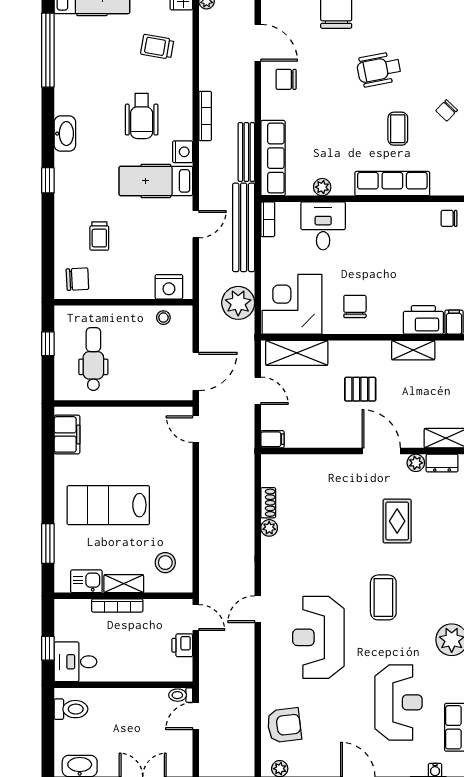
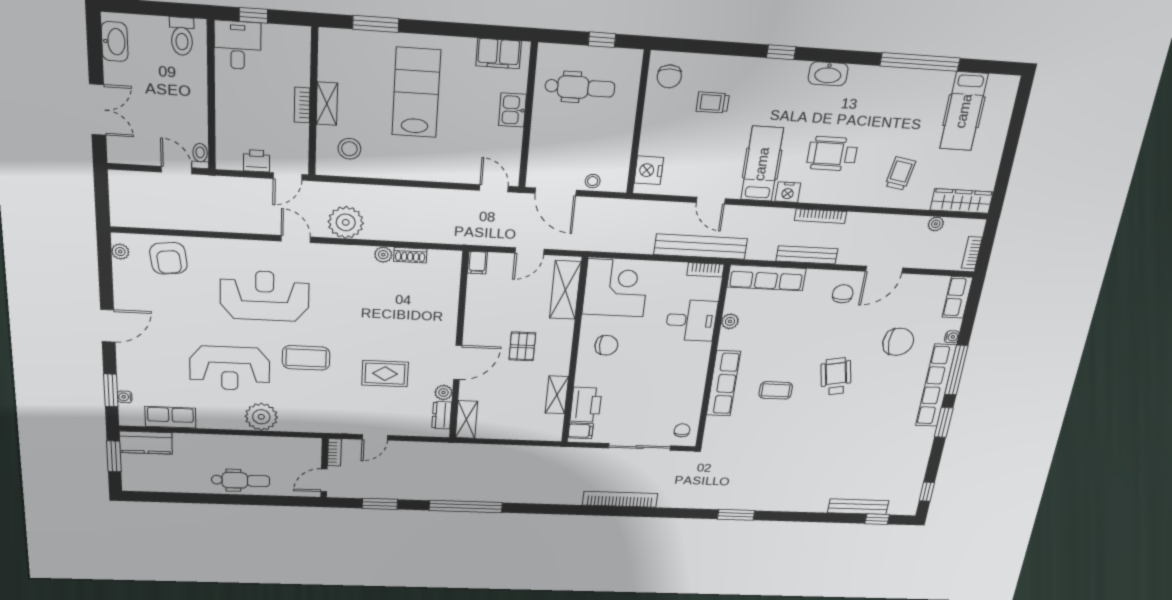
chair: (447, 110) -> (786, 432), removed
bench: (246, 152) -> (807, 255), moved
plant: (238, 303) -> (346, 222), moved
stool: (163, 318) -> (593, 181), moved
door: (196, 429) -> (494, 188), hinge flipped
kitchen sink: (86, 581) -> (512, 110), moved, turned 180
bookcase: (117, 605) -> (302, 105), width x0.64
reception desk: (399, 702) -> (230, 368), moved

